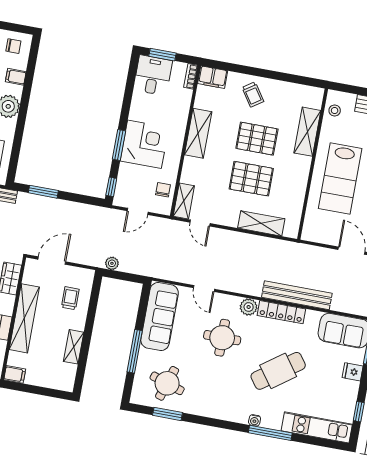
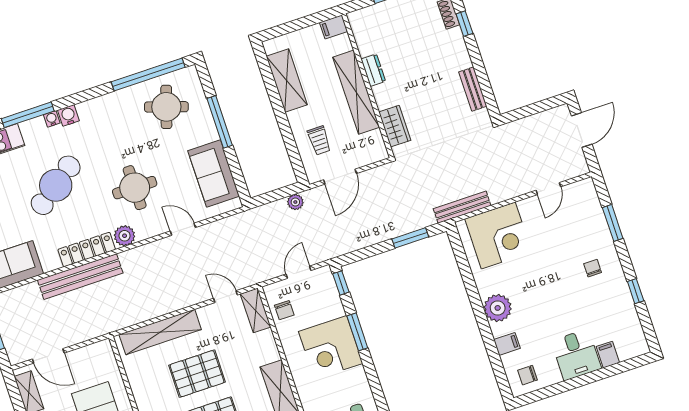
shelving: (261, 223) -> (160, 332), width x1.47
door: (52, 261) -> (340, 177), moved
sofa: (160, 316) -> (214, 173), width x0.73
shelving: (74, 347) -> (287, 80), width x1.50, depth x1.33
window: (167, 414) -> (148, 75), width x2.11
water cooler: (241, 416) -> (68, 115), added

